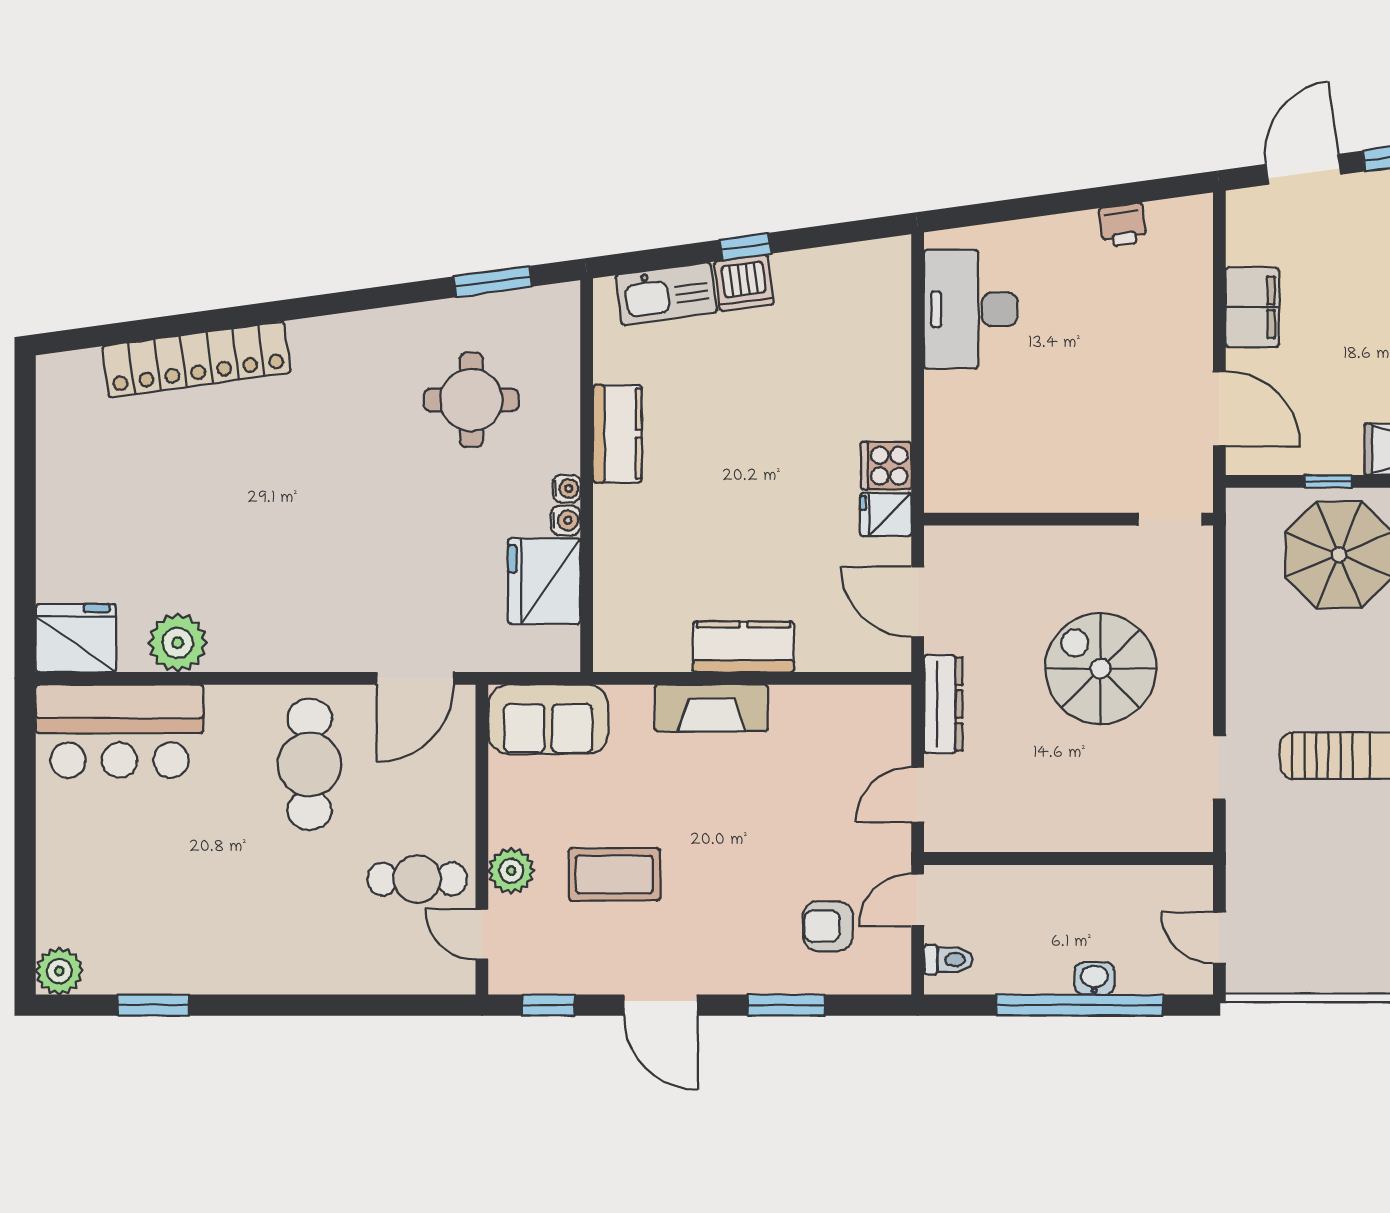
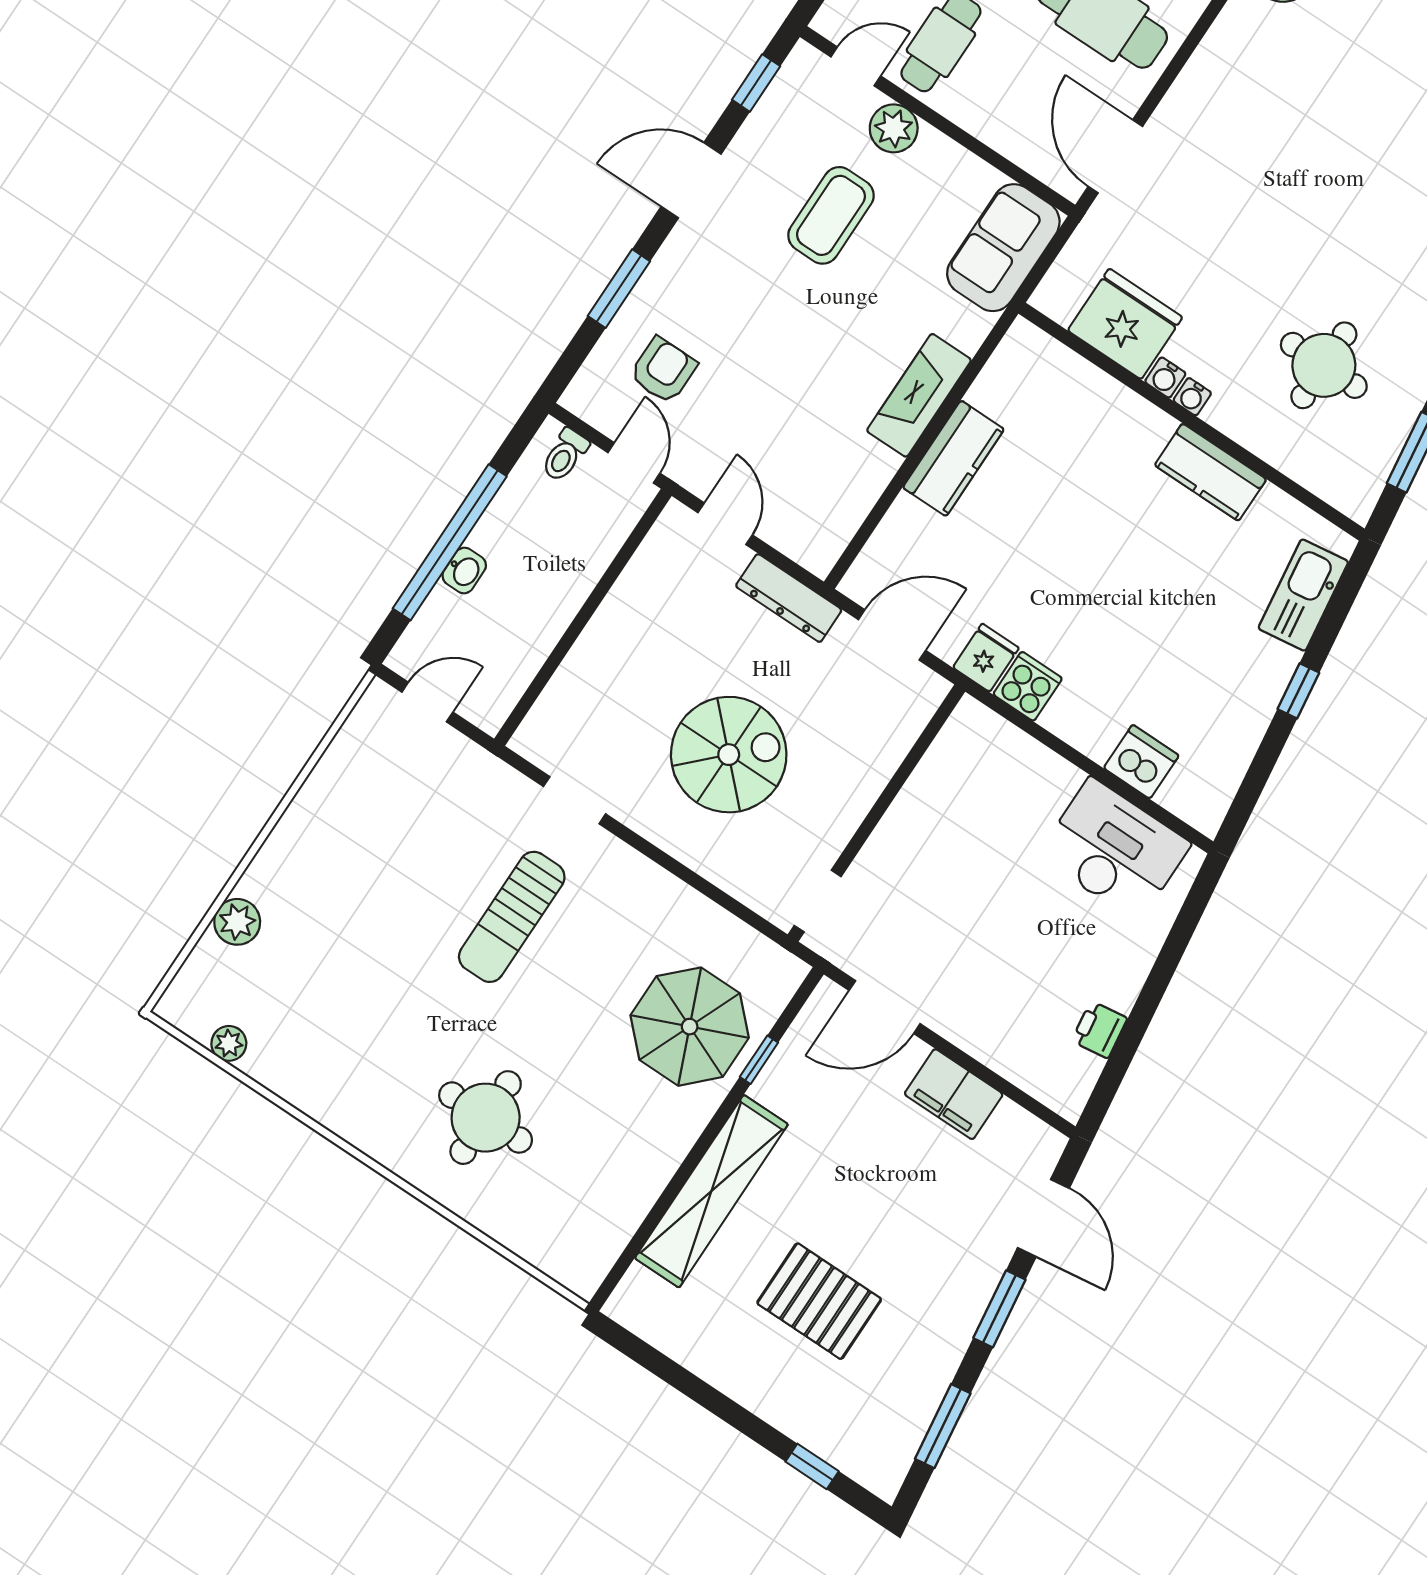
dishwasher: (744, 283) -> (1141, 762), moved, turned 98

